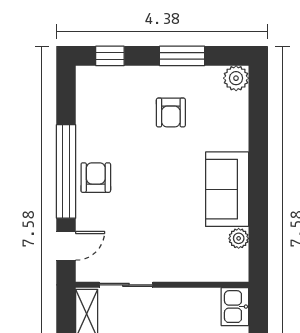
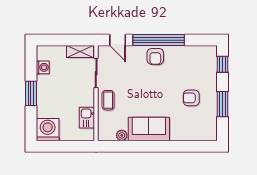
plant: (236, 78) -> (210, 134), removed
armchair: (96, 178) -> (155, 56), turned 90
coffee table: (175, 263) -> (108, 100), added
kitchen sink: (235, 307) -> (87, 118), moved, turned -90

